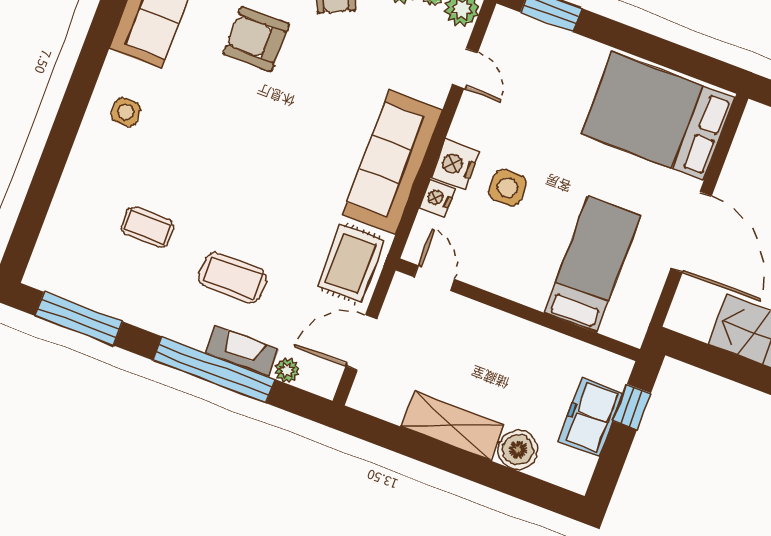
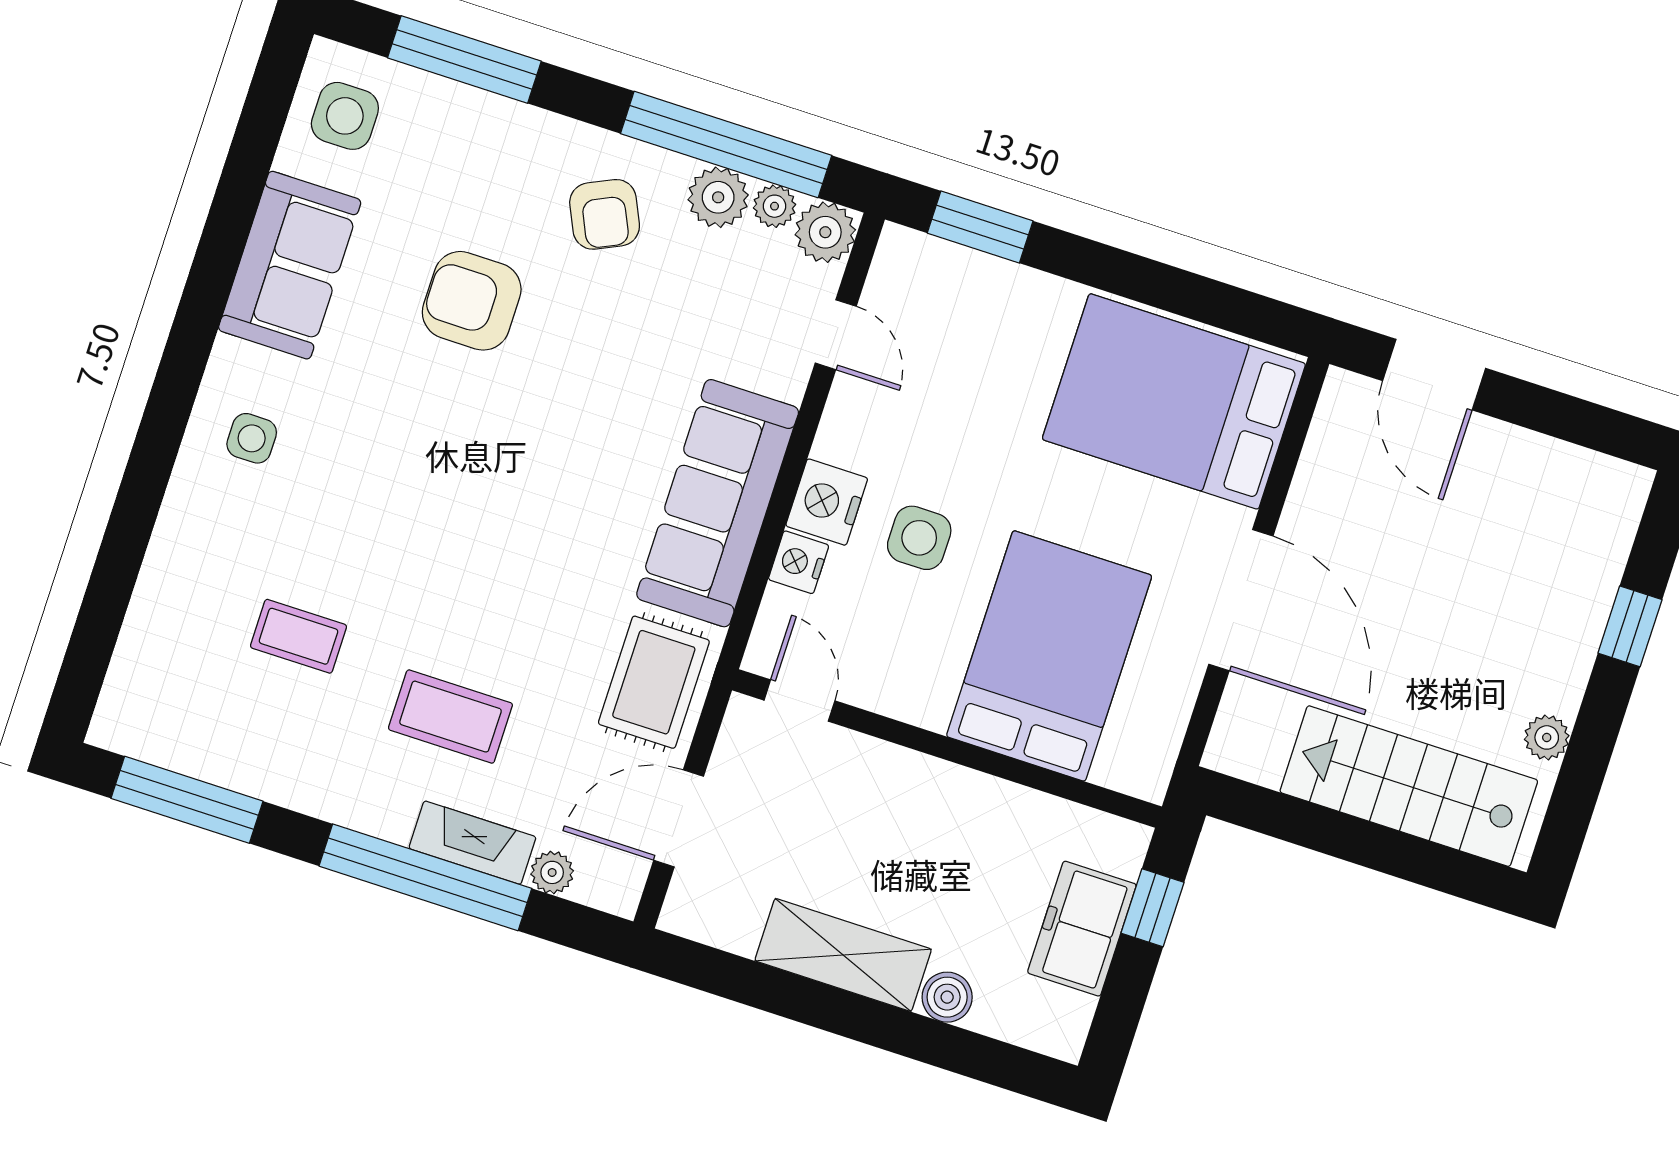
bed: (592, 264) -> (1049, 656), width x1.50
boiler: (518, 450) -> (947, 997), width x0.73, depth x0.73

